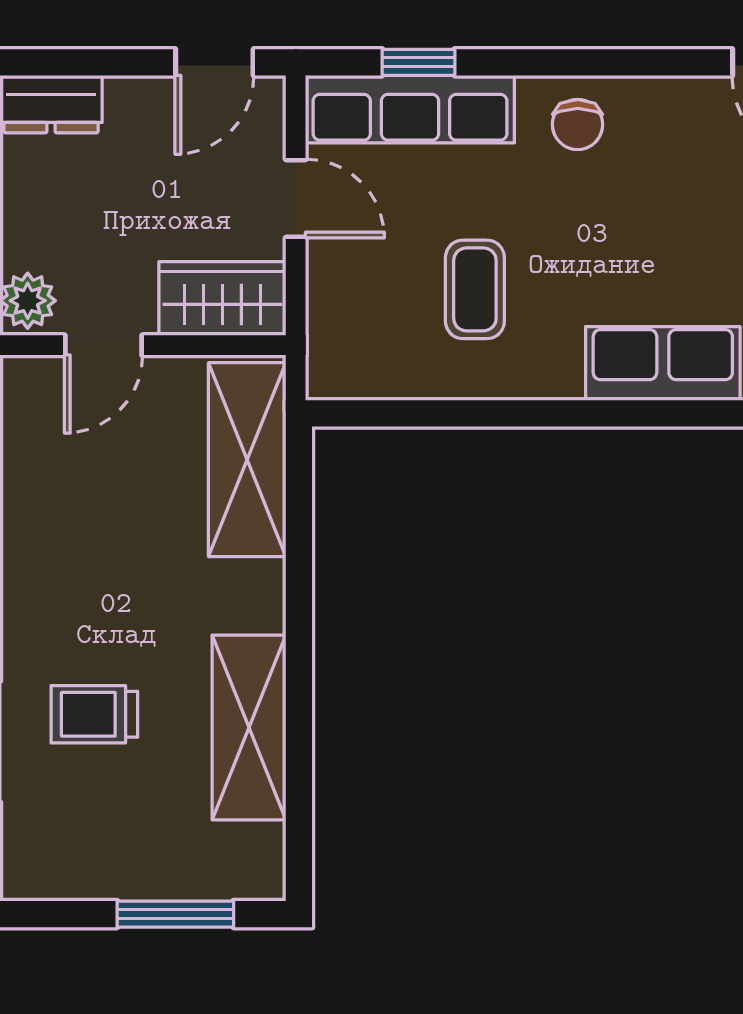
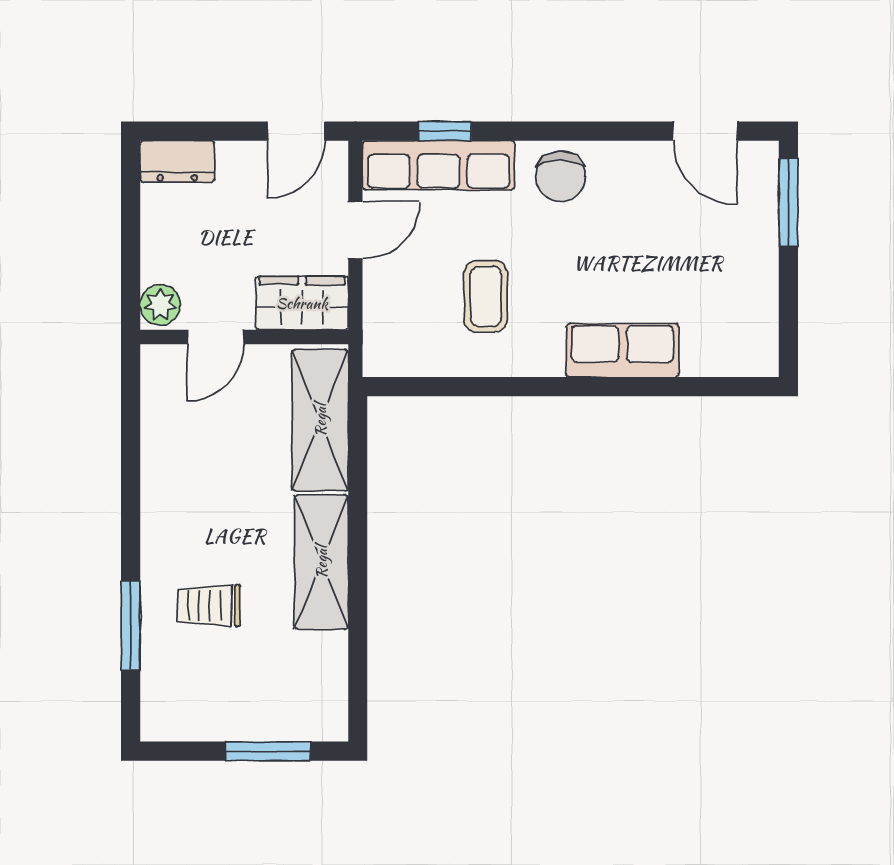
chair: (578, 124) -> (561, 176), width x1.37, depth x1.37
door: (296, 198) -> (355, 230), hinge flipped
shelving: (249, 727) -> (321, 562), moved

